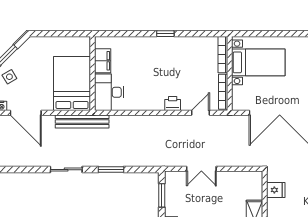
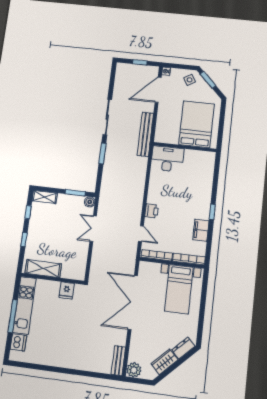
filing cabinet: (103, 61) -> (201, 230), moved, turned 90
bed: (72, 84) -> (197, 124), moved, turned -90
sliding door: (66, 170) -> (107, 117), width x1.37
boiler: (171, 177) -> (90, 202), added

